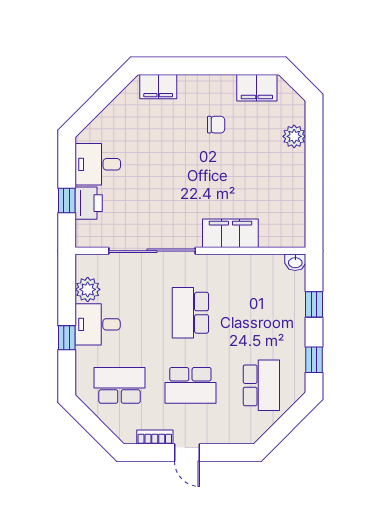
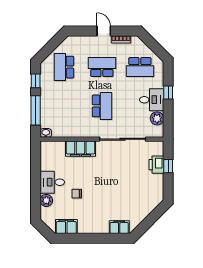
chair: (216, 125) -> (77, 194), moved
desk: (98, 164) -> (52, 182), moved, turned 180
window: (314, 304) -> (36, 110), width x2.17

